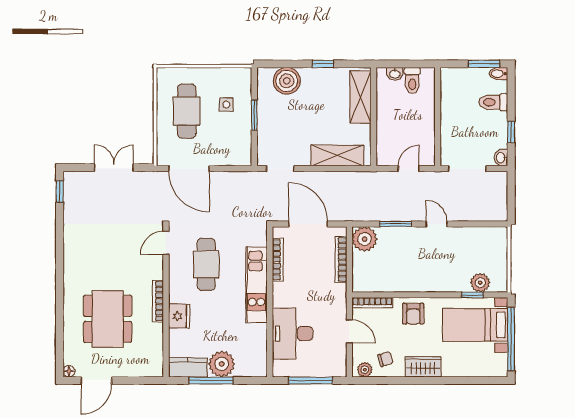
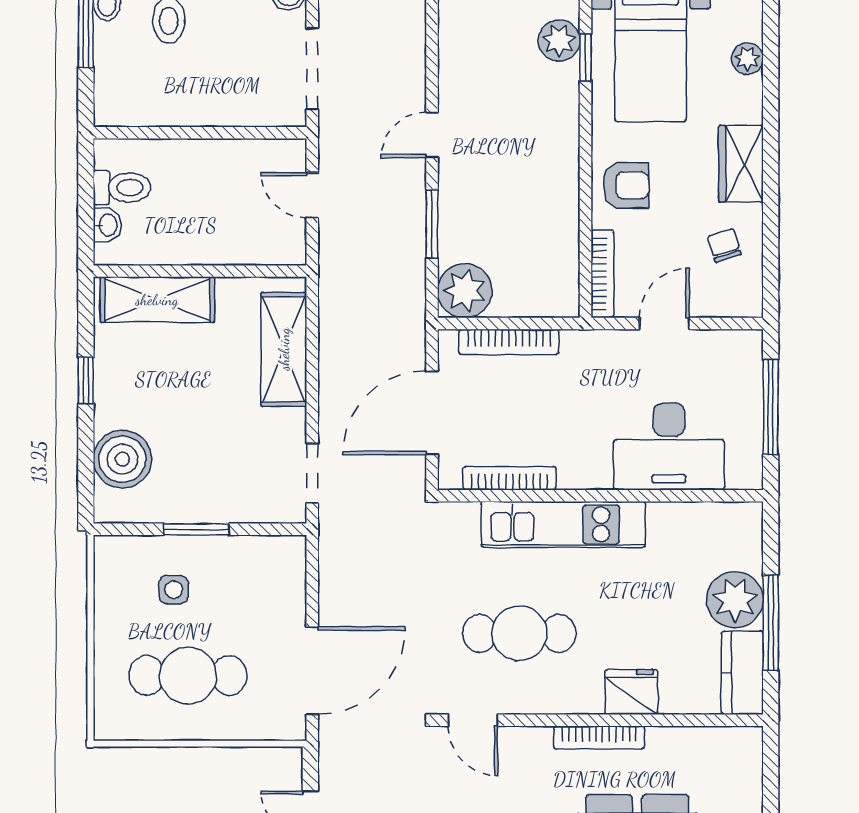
plant: (365, 370) -> (747, 59), moved

